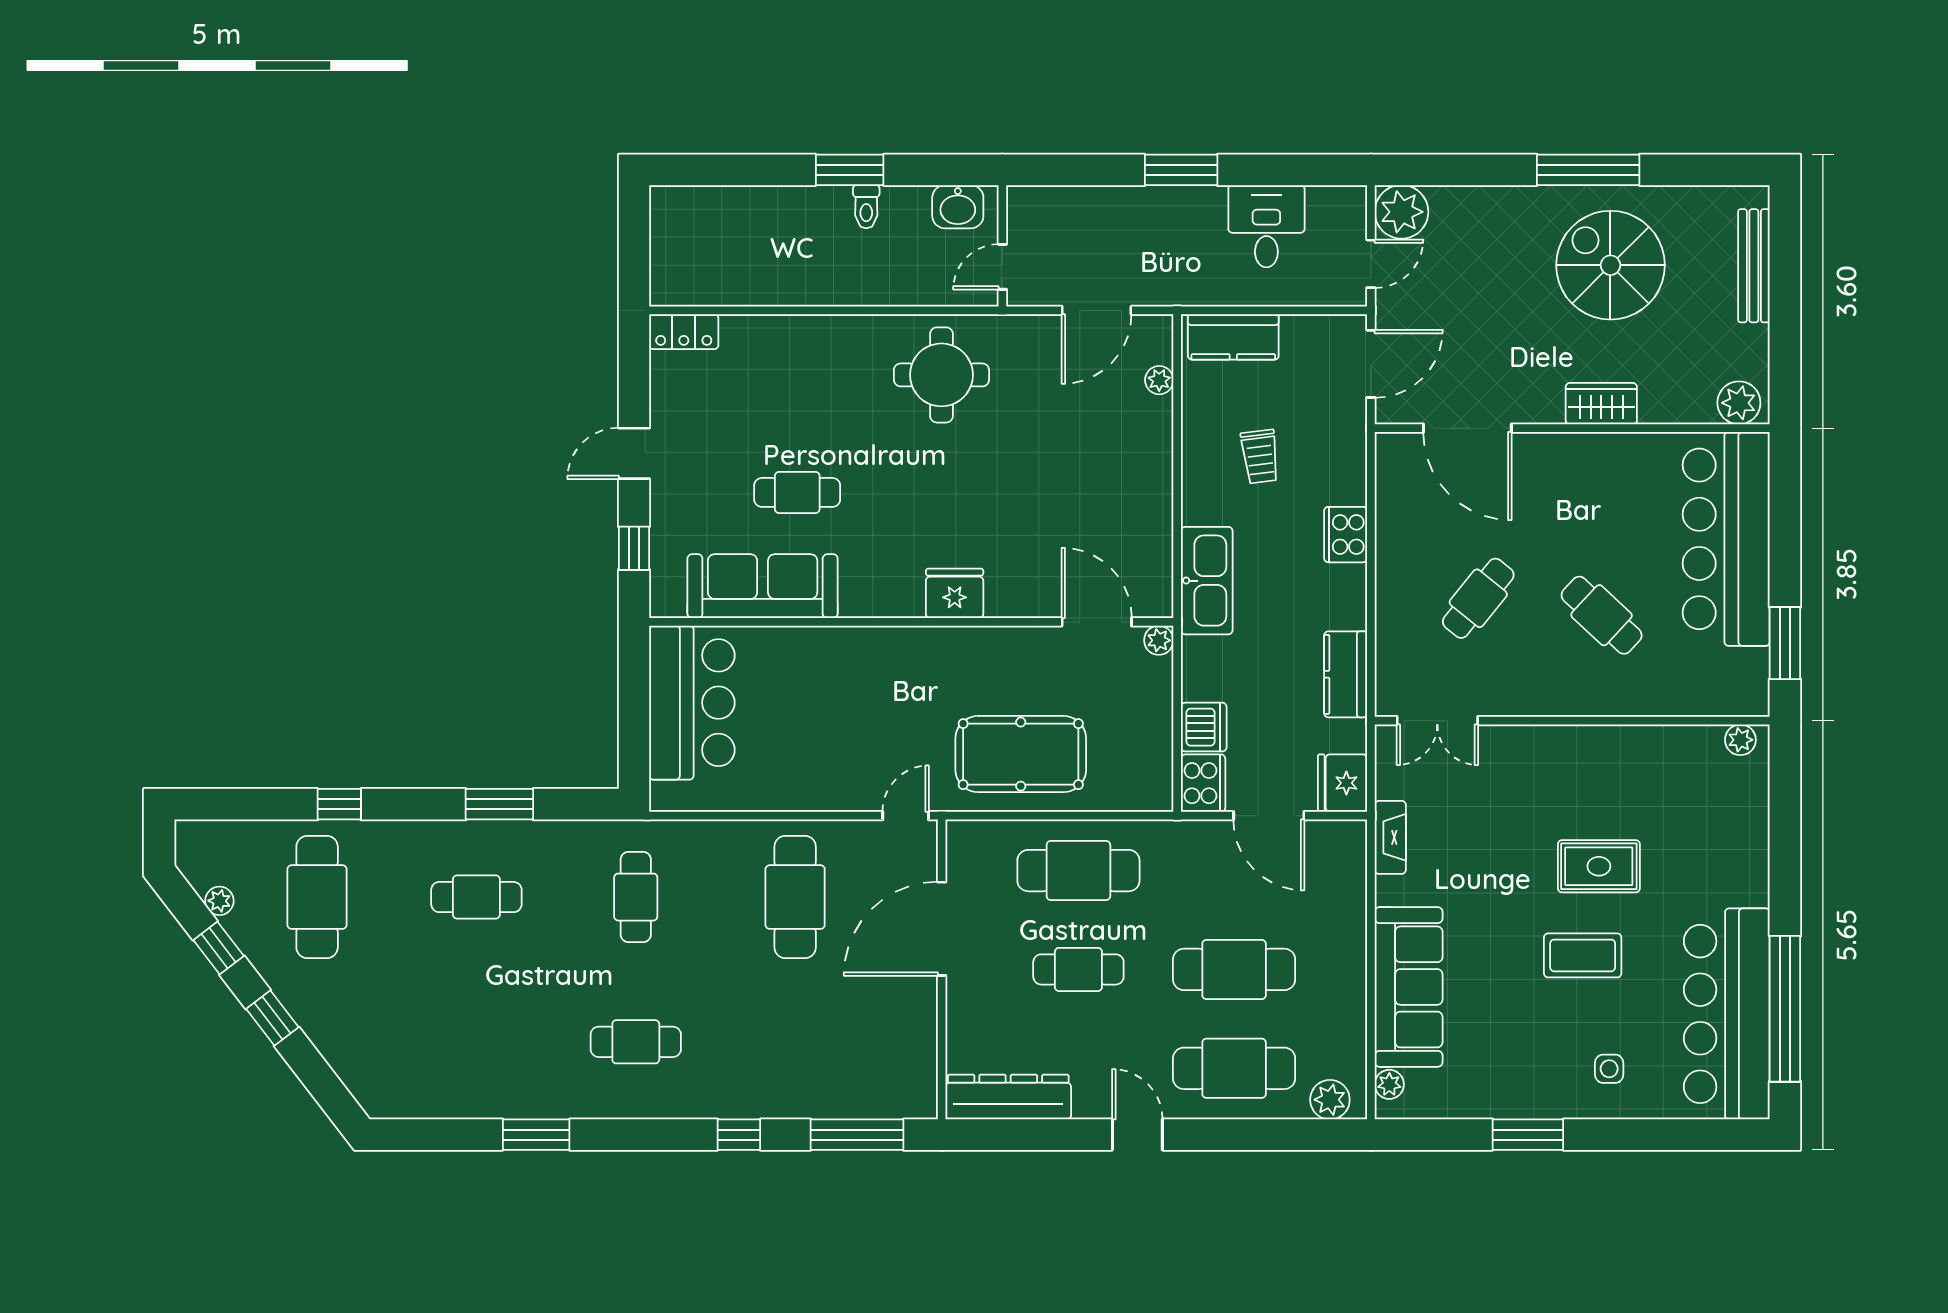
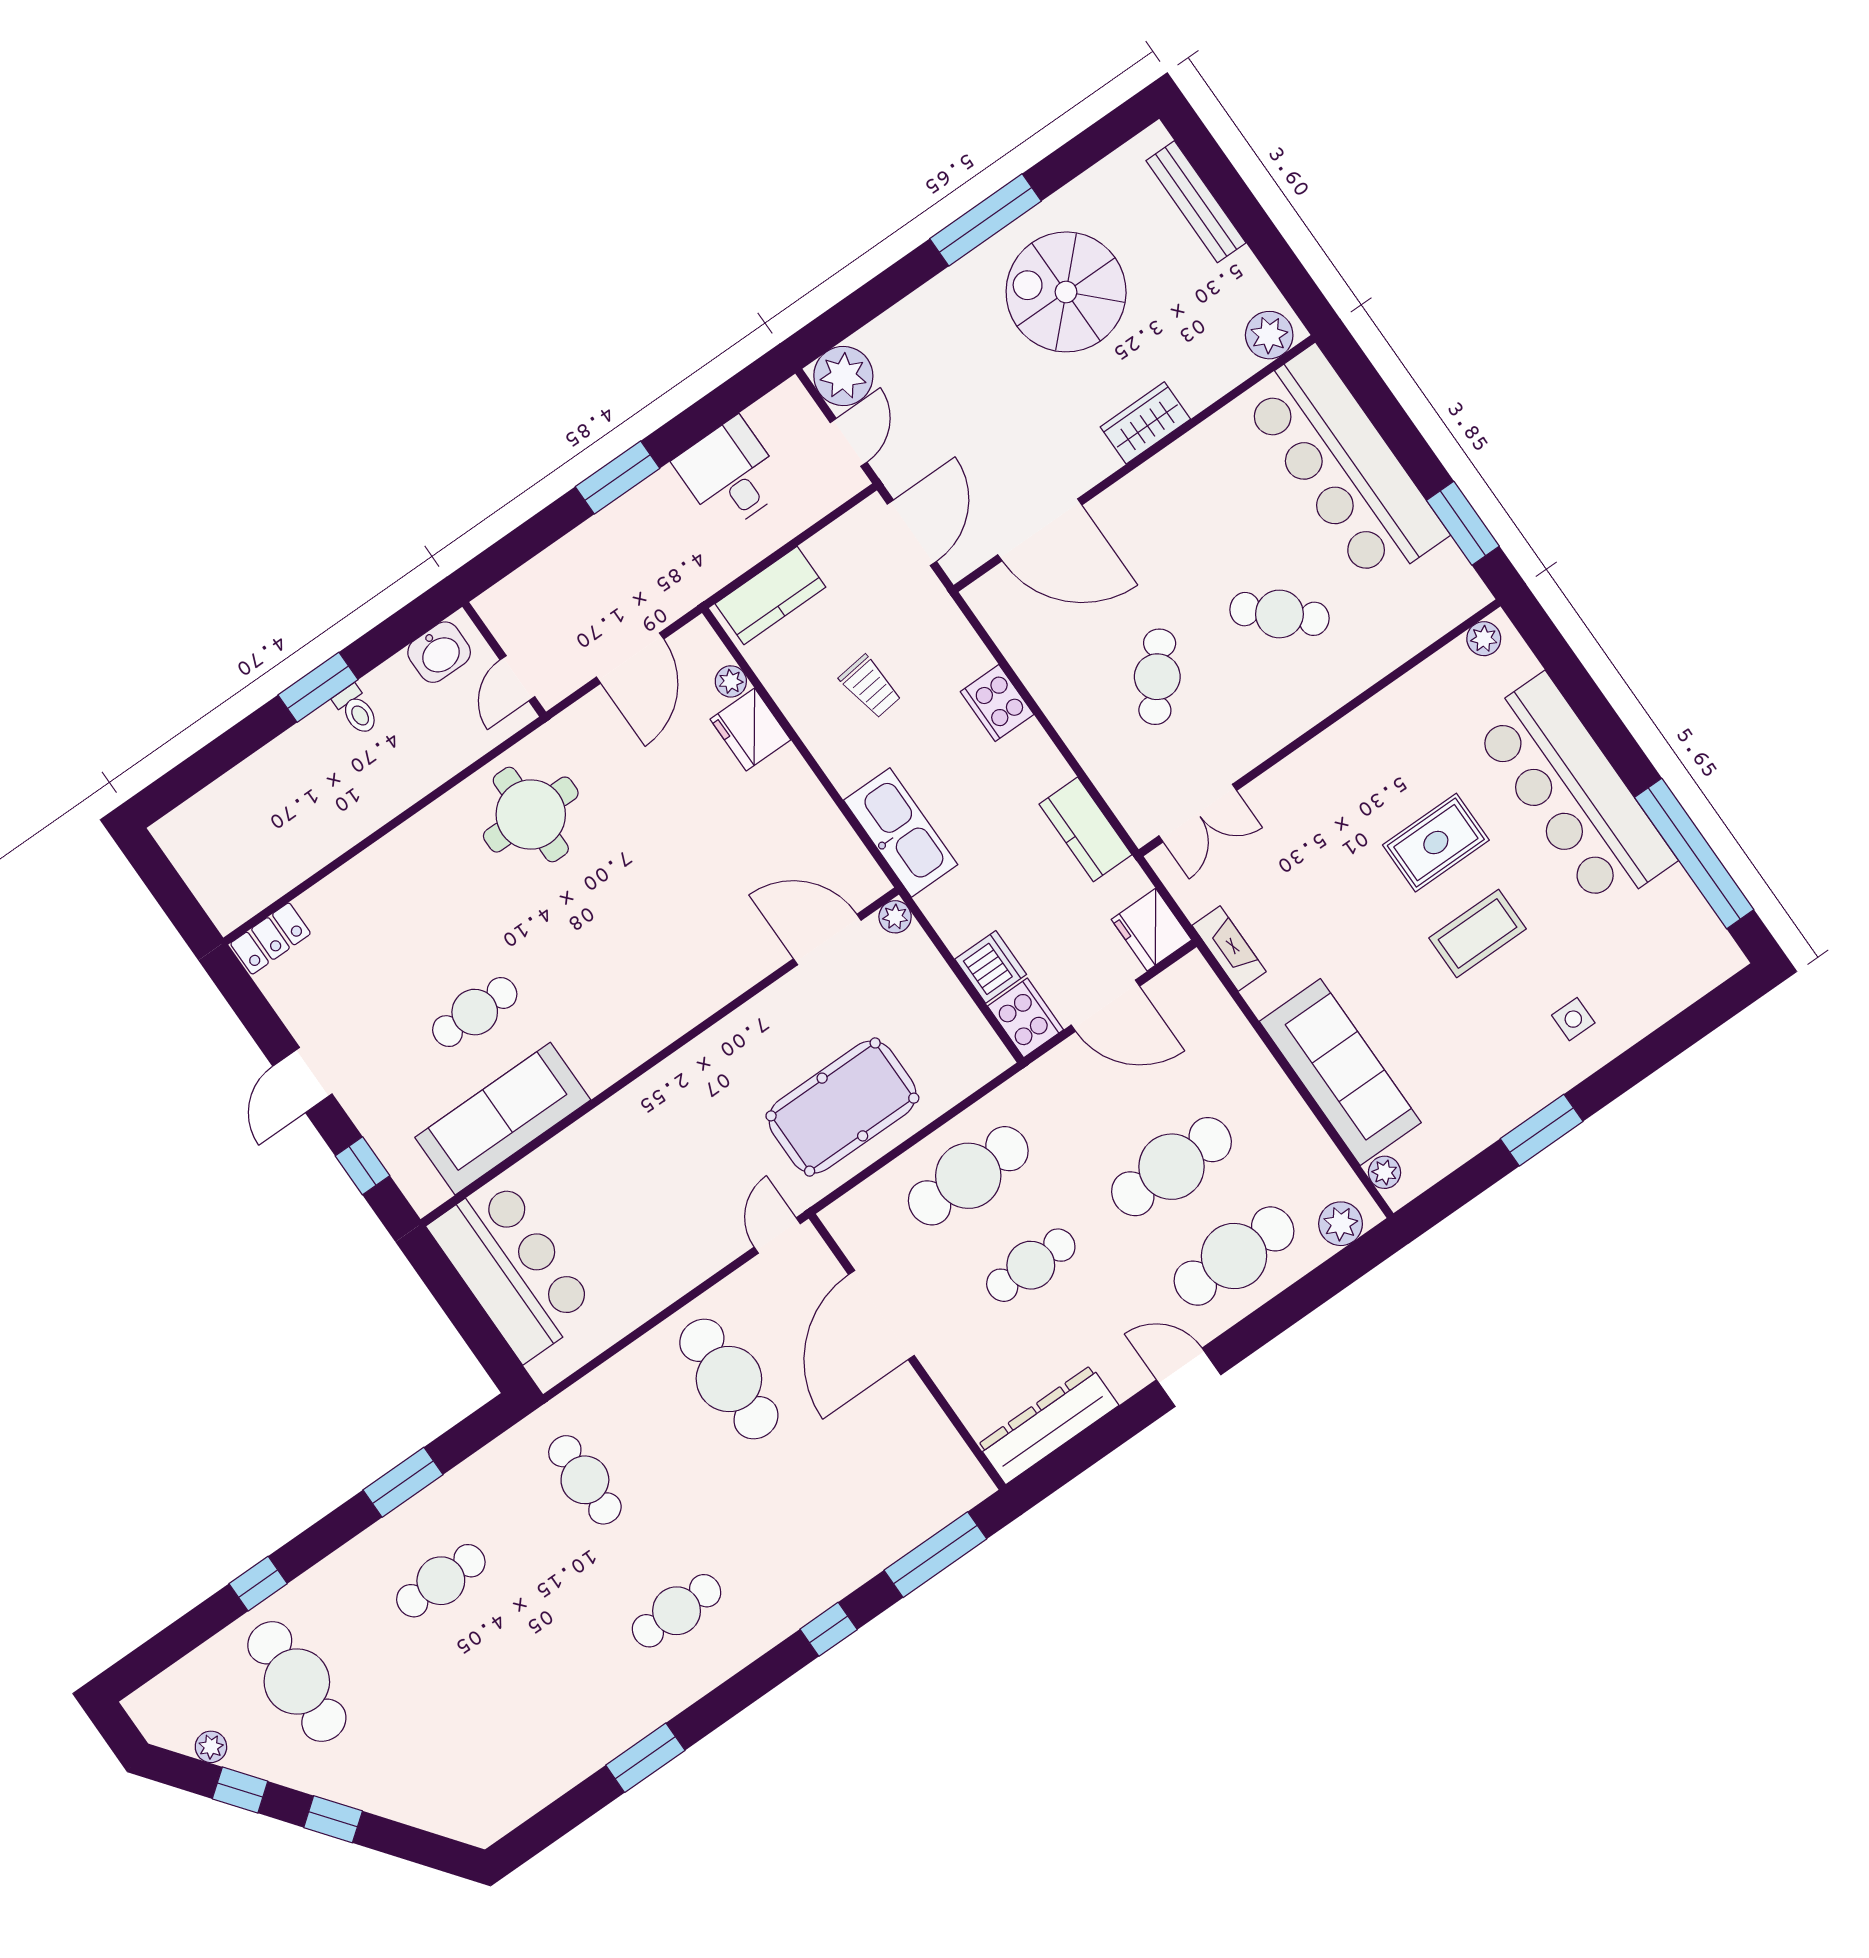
fridge: (955, 593) -> (750, 730), moved, turned -90
bar counter: (1727, 1014) -> (1573, 793), moved

